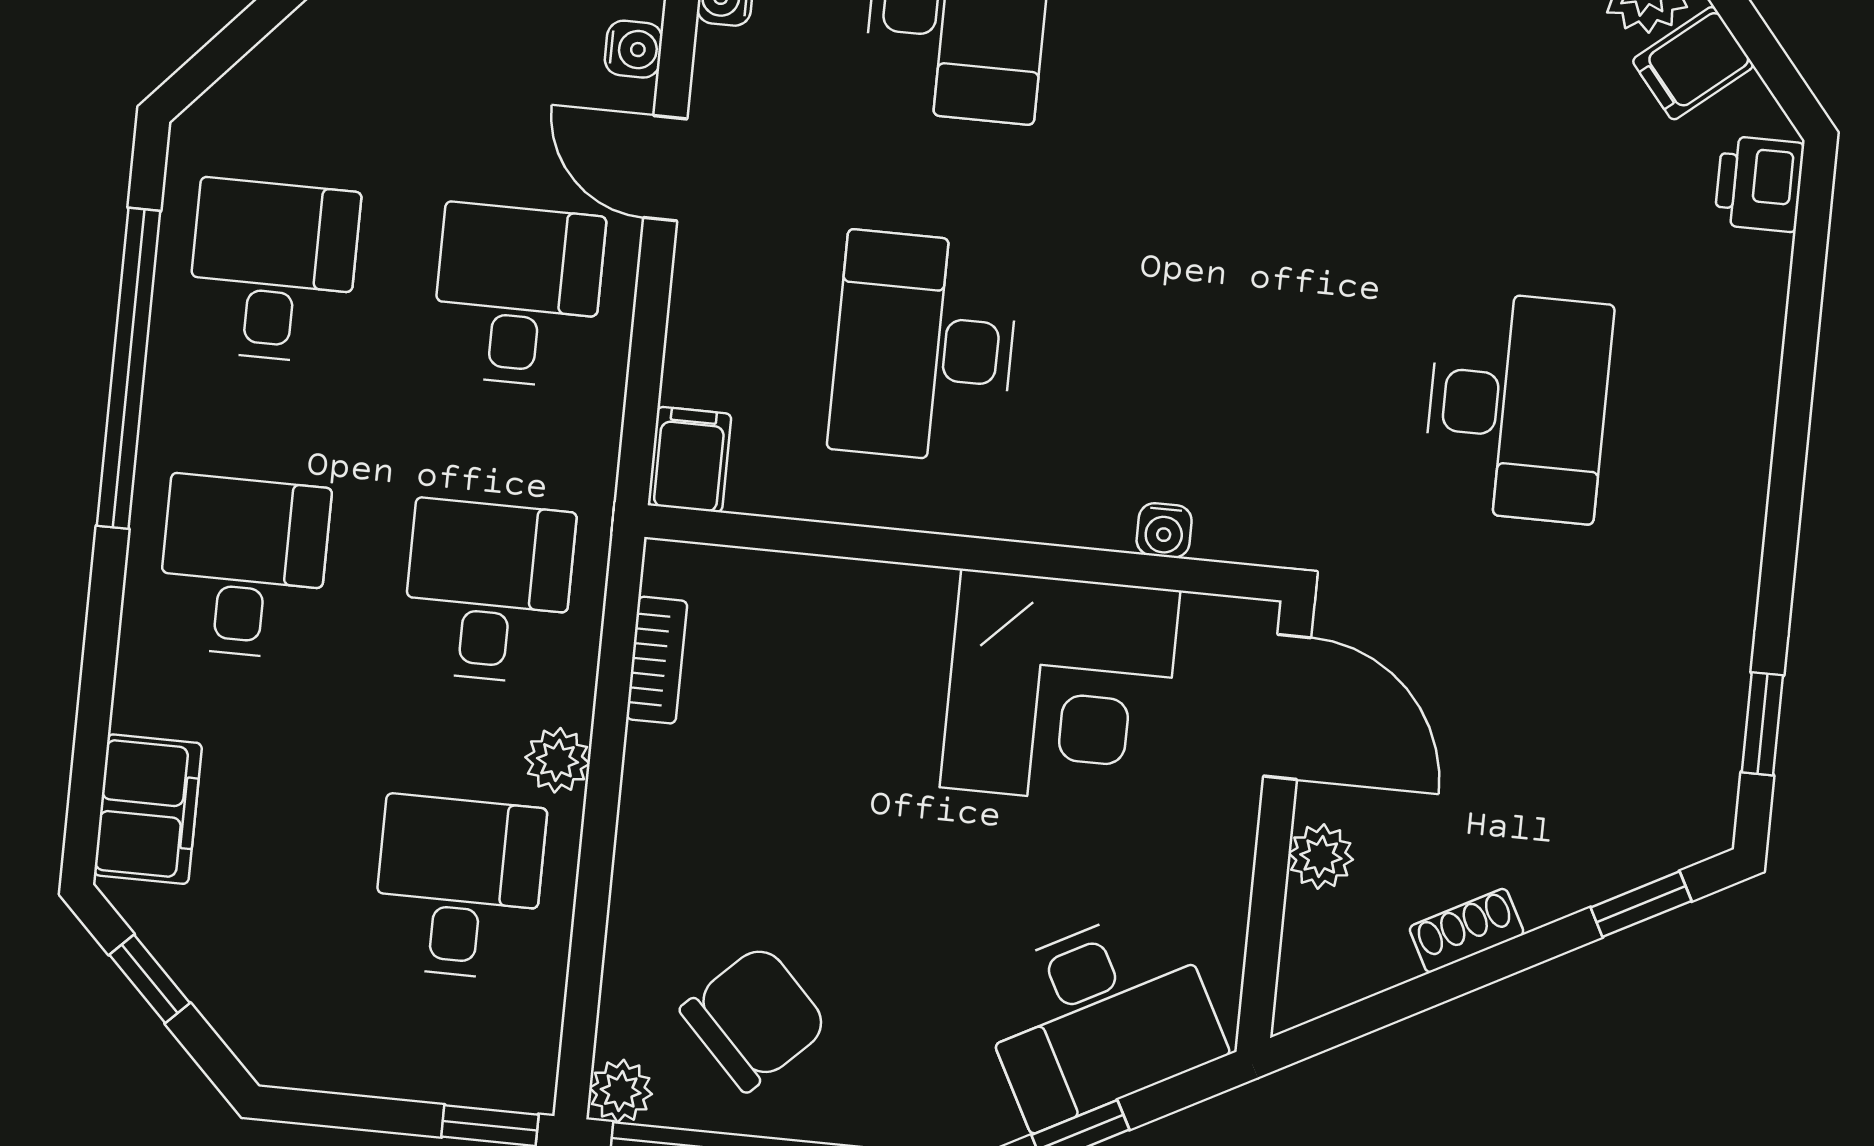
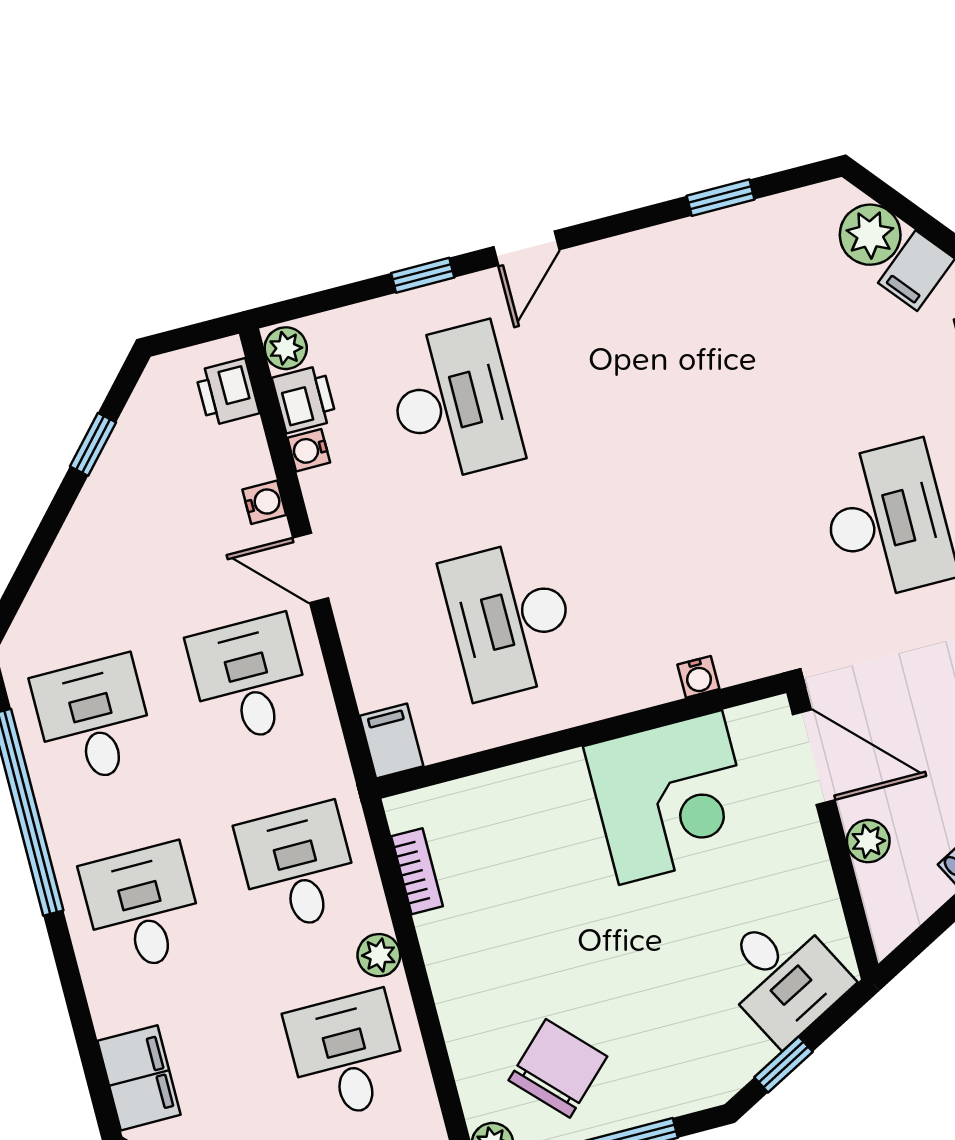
desk: (1099, 1016) -> (783, 976), width x0.73

